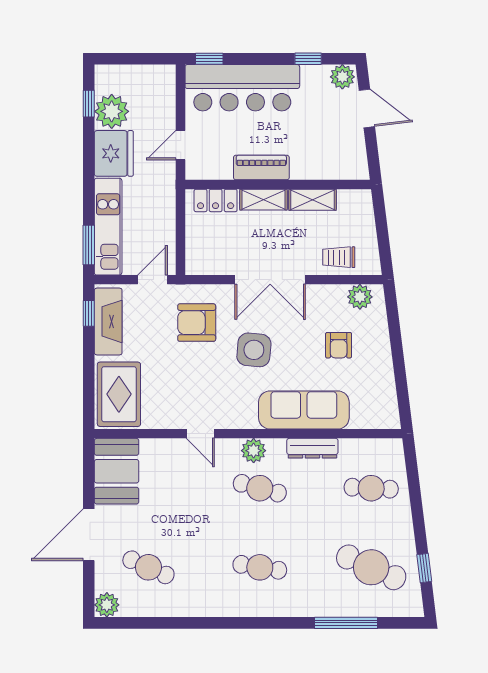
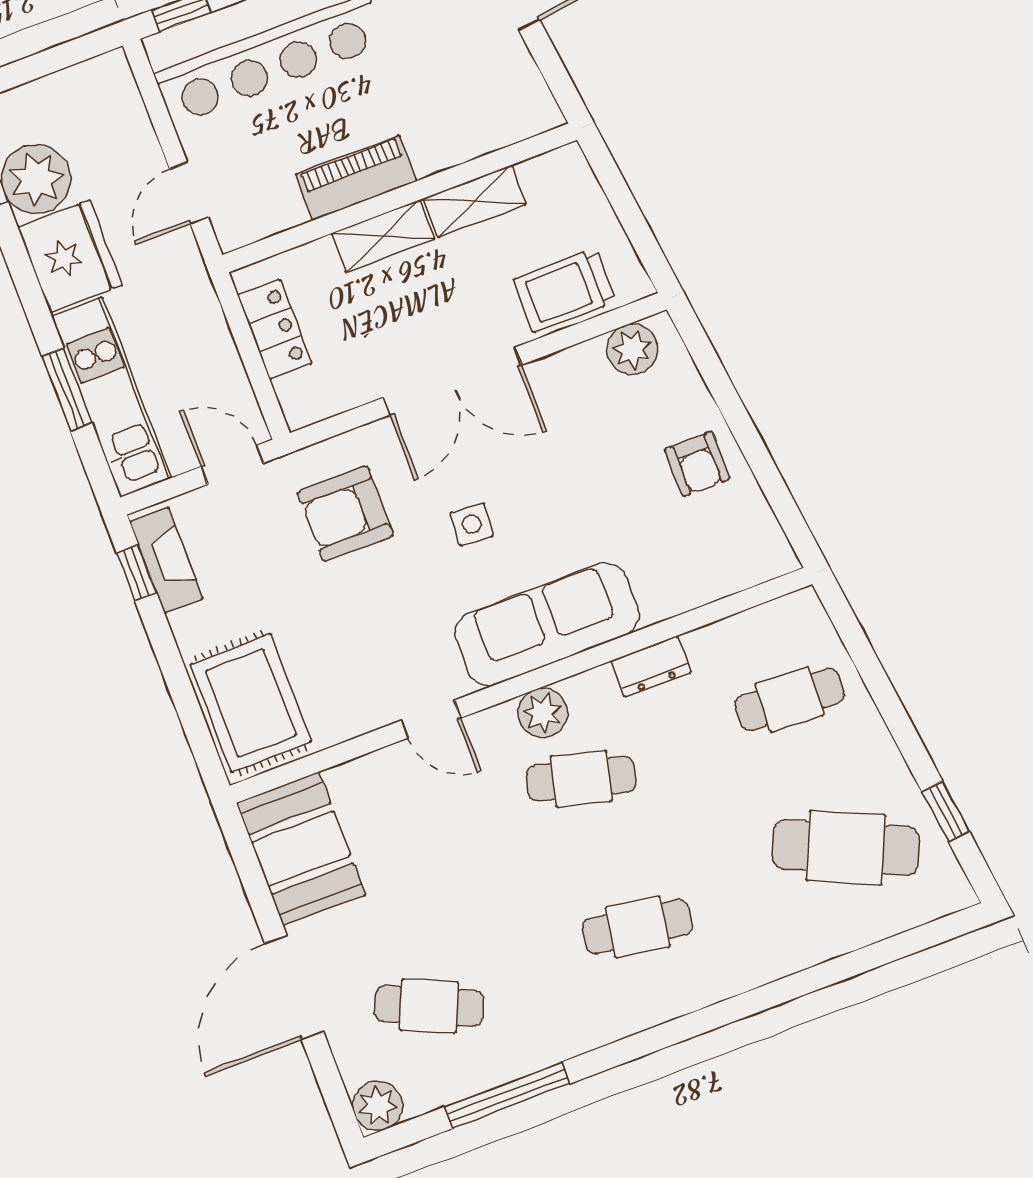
locker: (216, 200) -> (275, 329), moved, turned -90
window: (89, 245) -> (67, 389), moved
trolley: (339, 257) -> (565, 290), width x1.36, depth x1.39
door: (153, 280) -> (232, 465), hinge flipped
fireplace: (108, 321) -> (166, 560), width x0.73, depth x0.76
armchair: (339, 345) -> (697, 464), moved
side table: (254, 350) -> (472, 524), width x0.54, depth x0.54
sofa: (304, 410) -> (547, 624), moved
dresser: (312, 448) -> (651, 667), width x0.70
window: (346, 623) -> (507, 1095), moved

